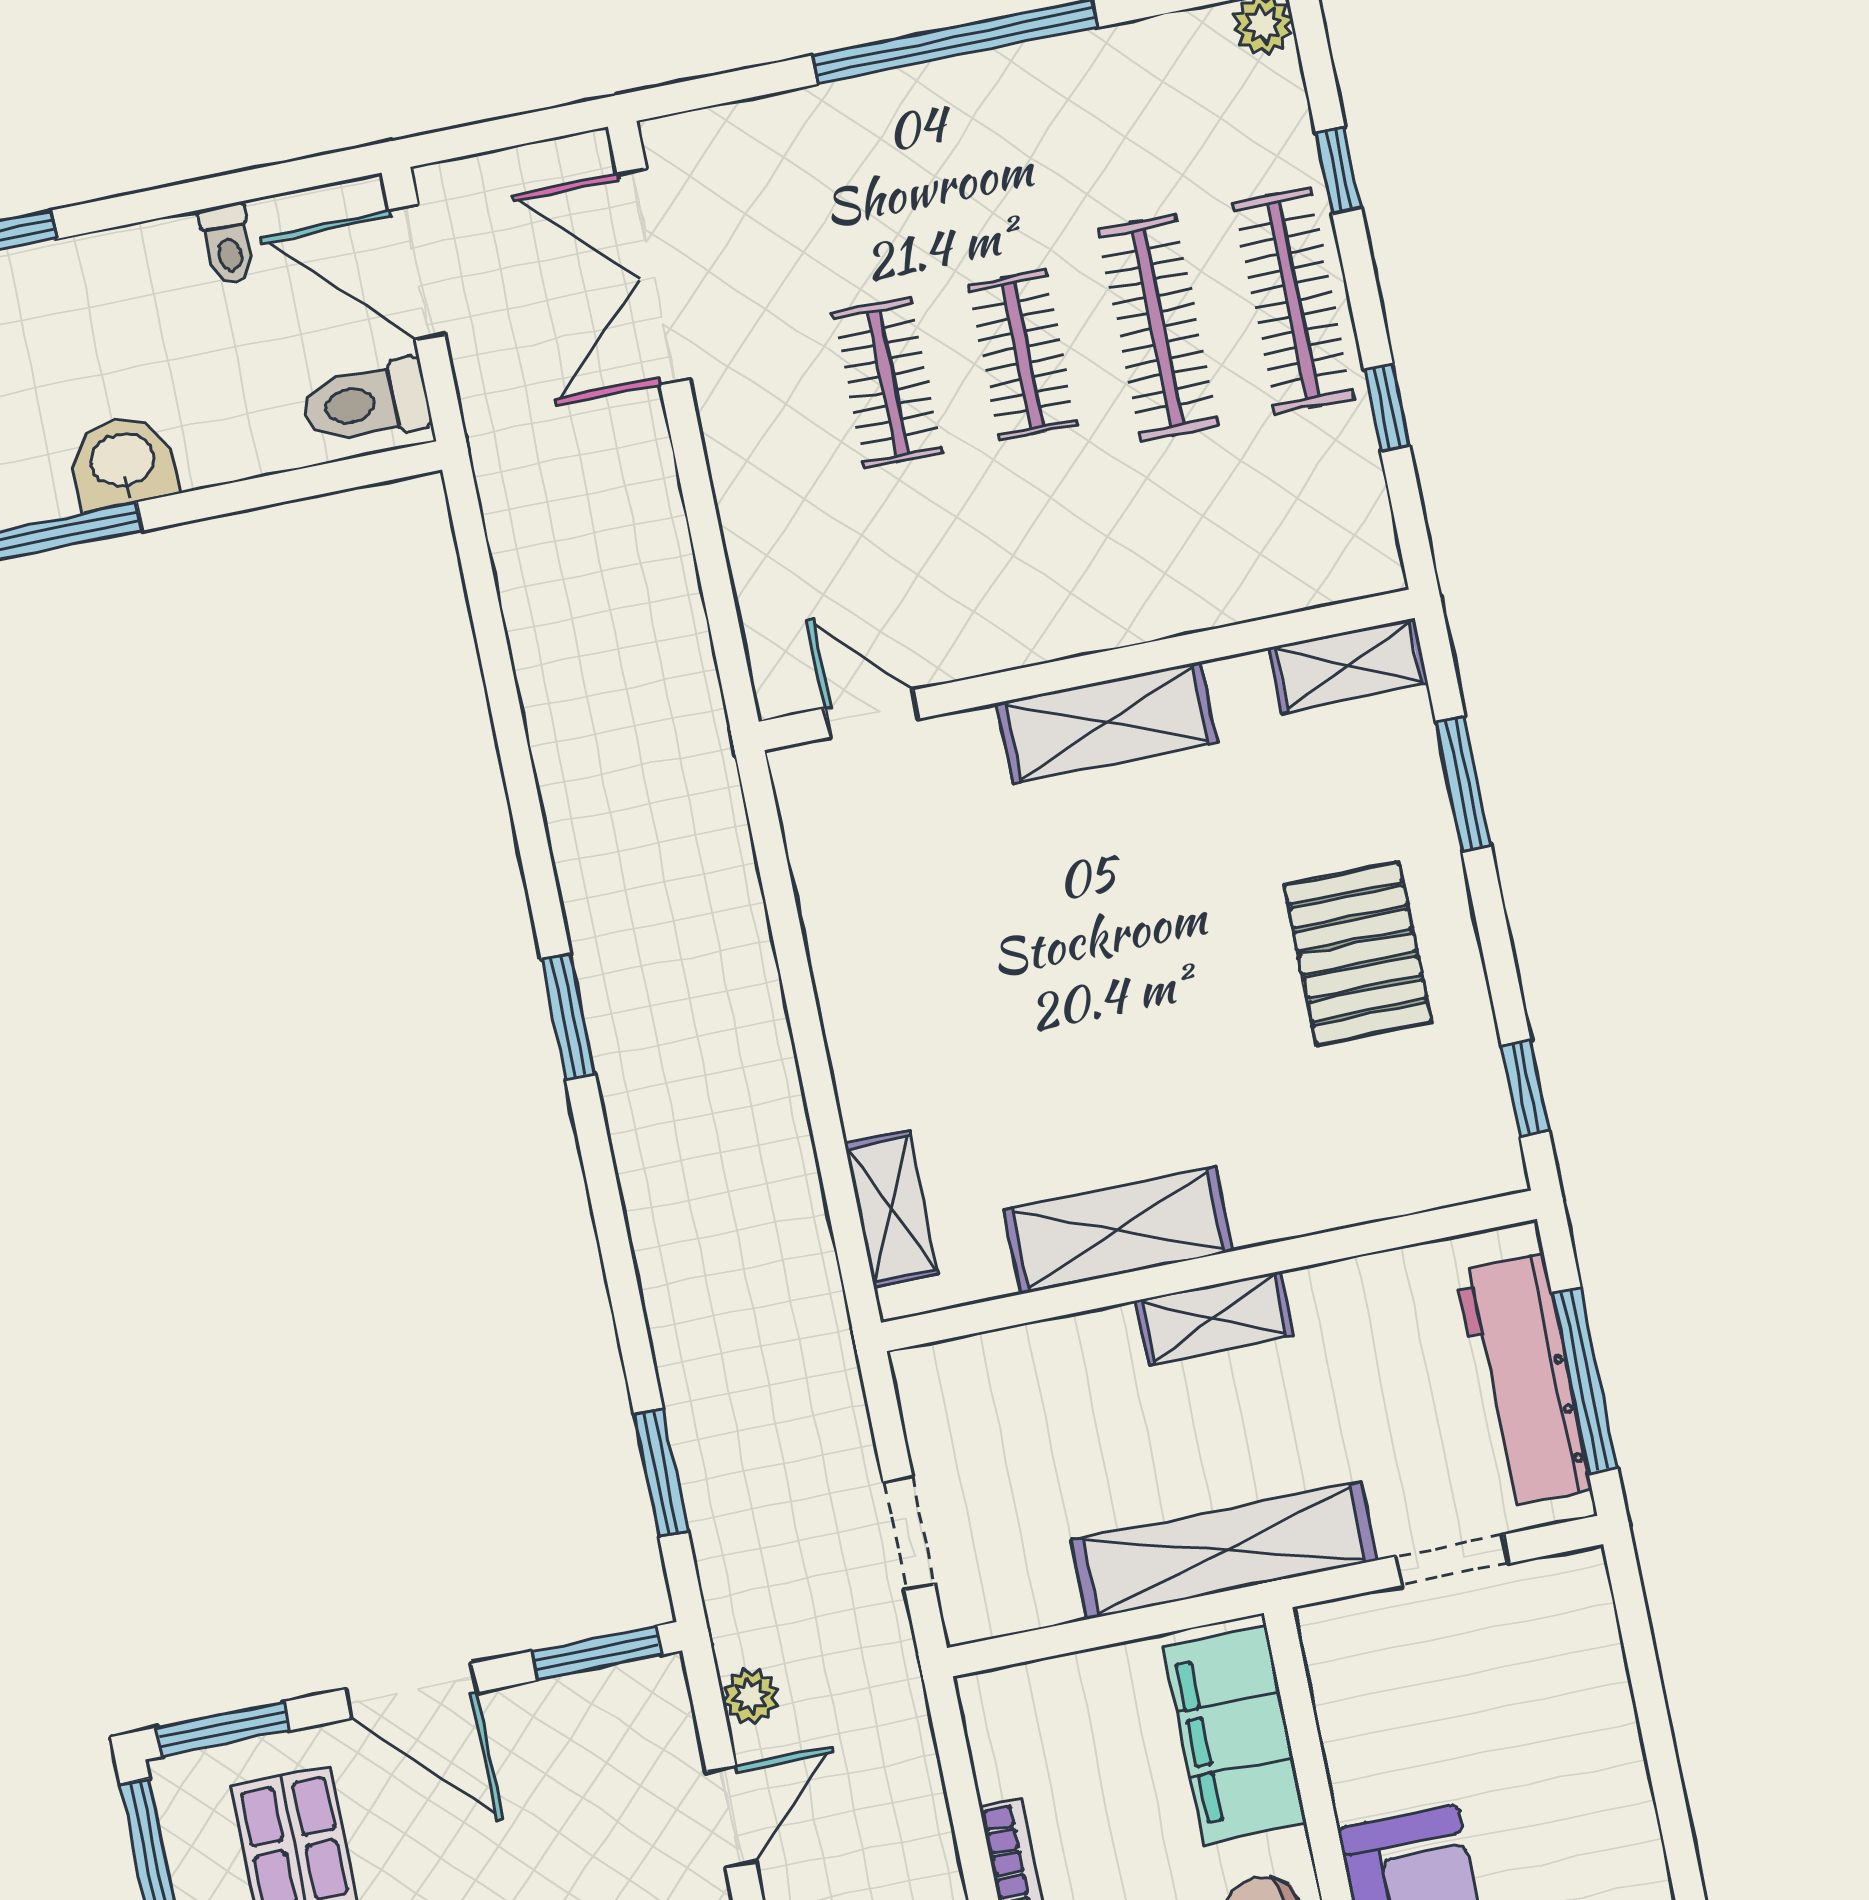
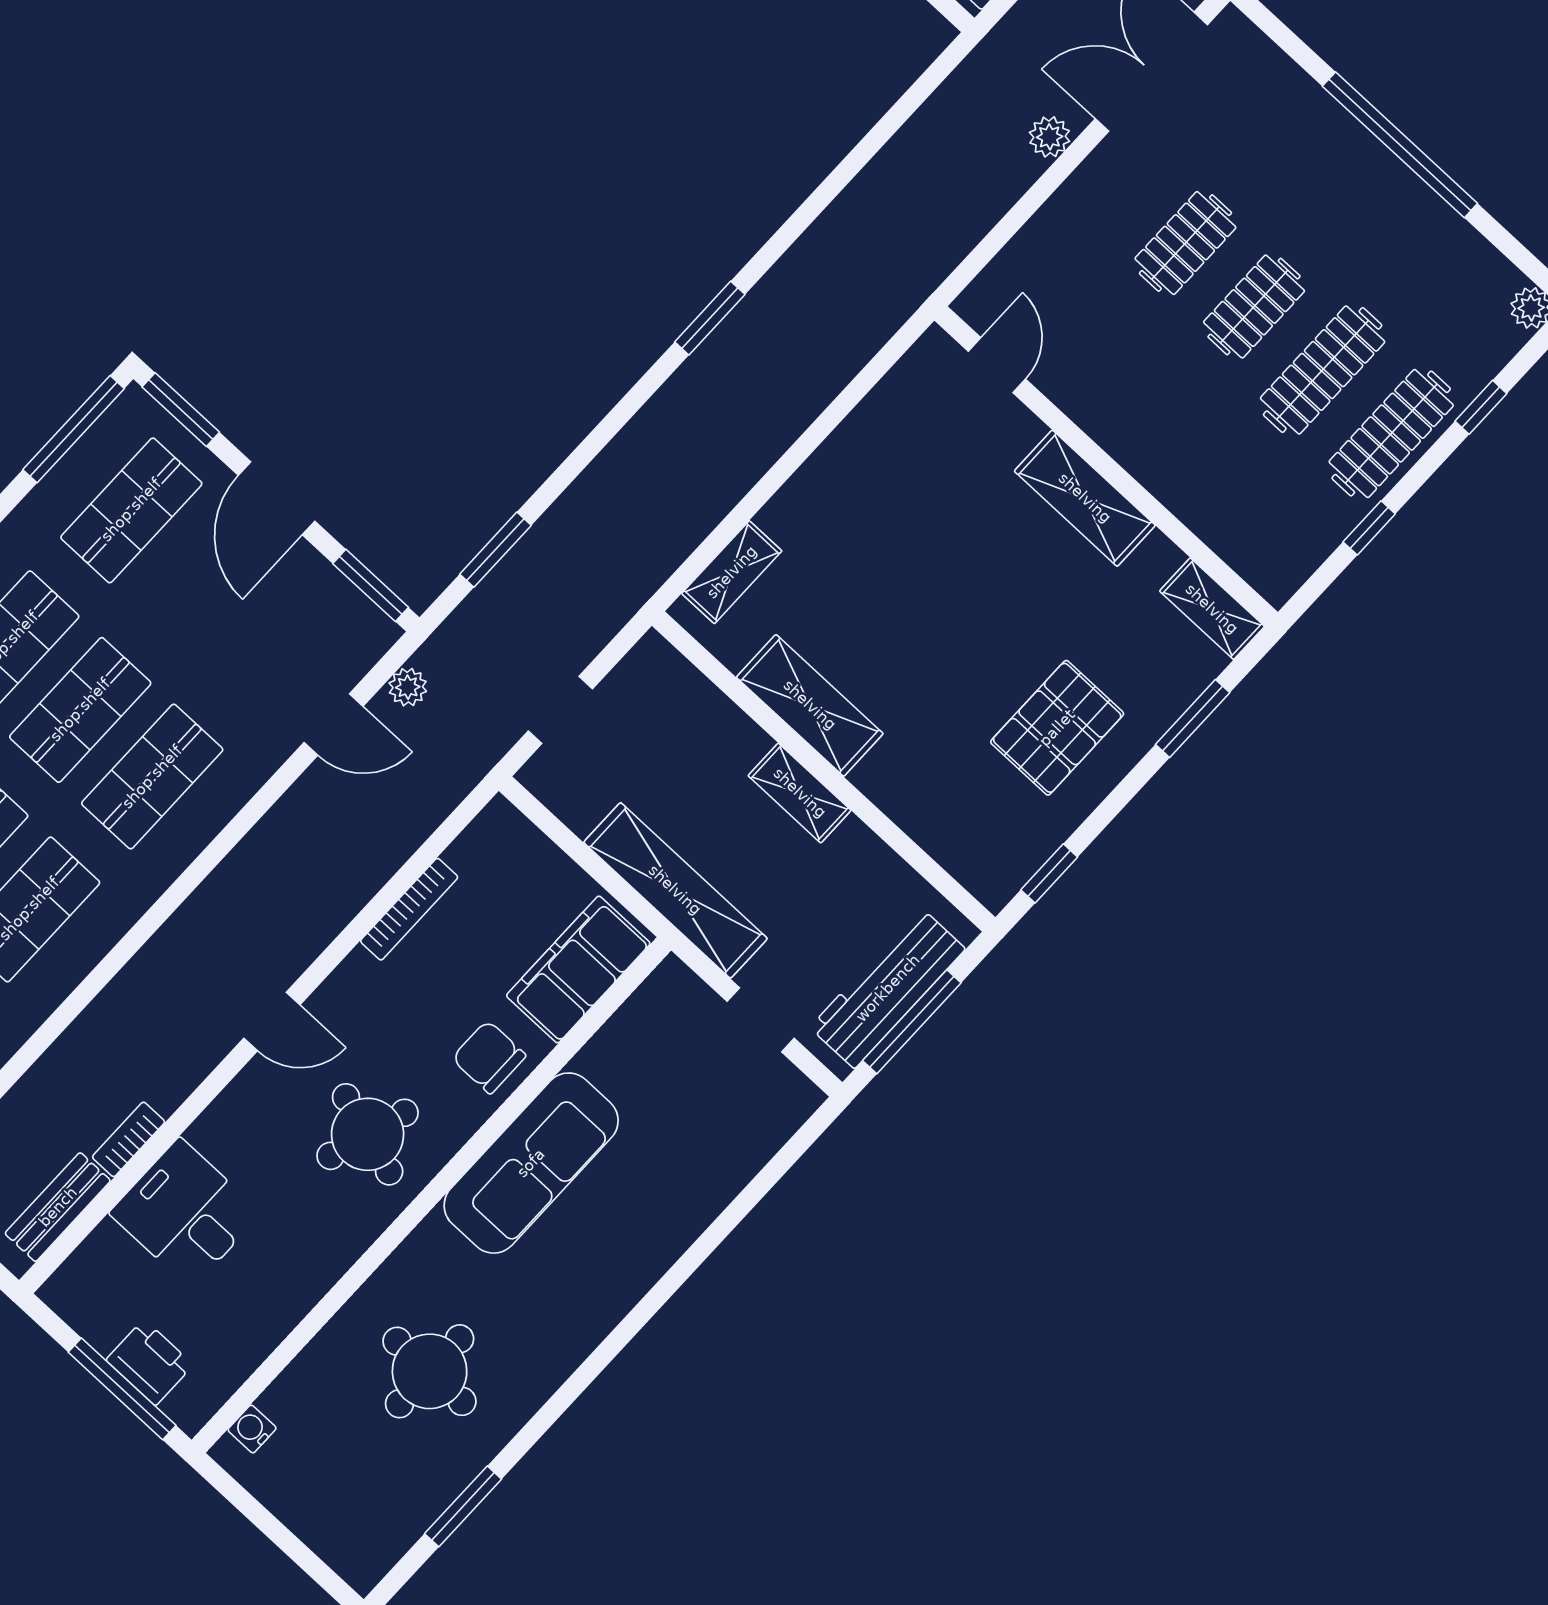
plant: (644, 454) -> (1050, 137), added

